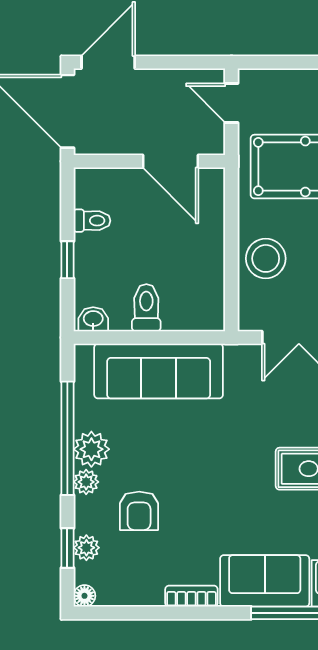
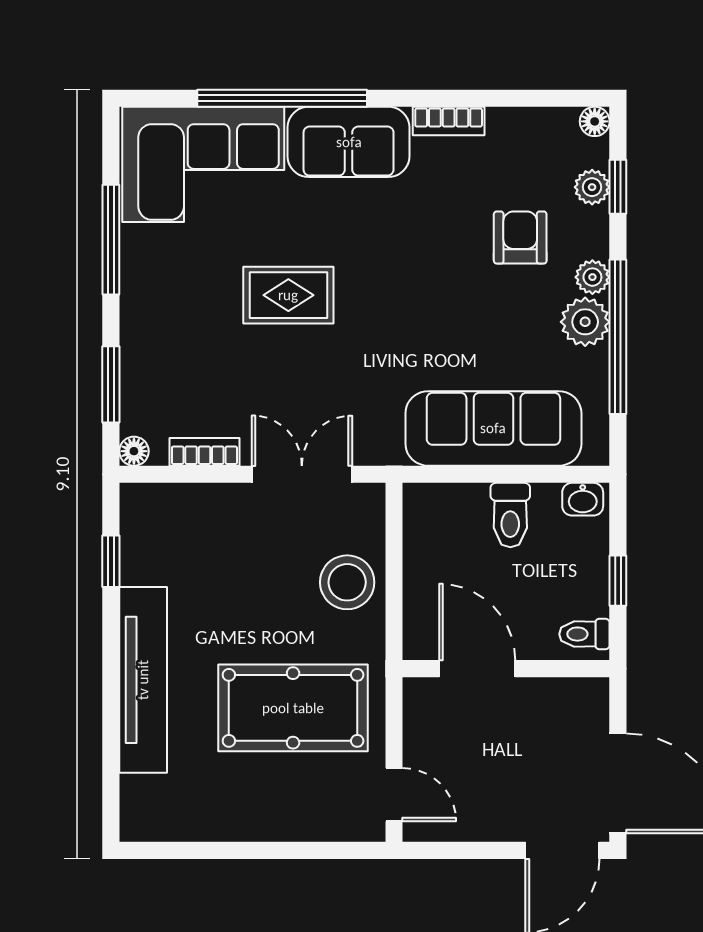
wall: (149, 161) -> (506, 669), moved
door: (170, 161) -> (477, 669), moved

